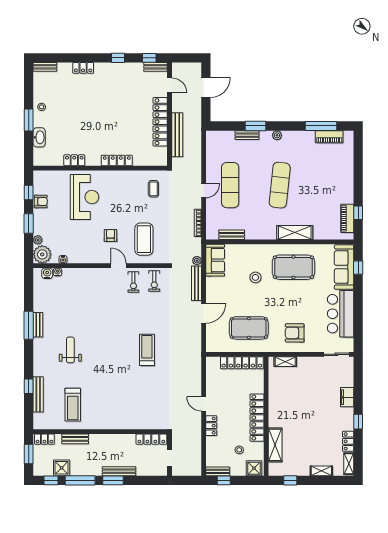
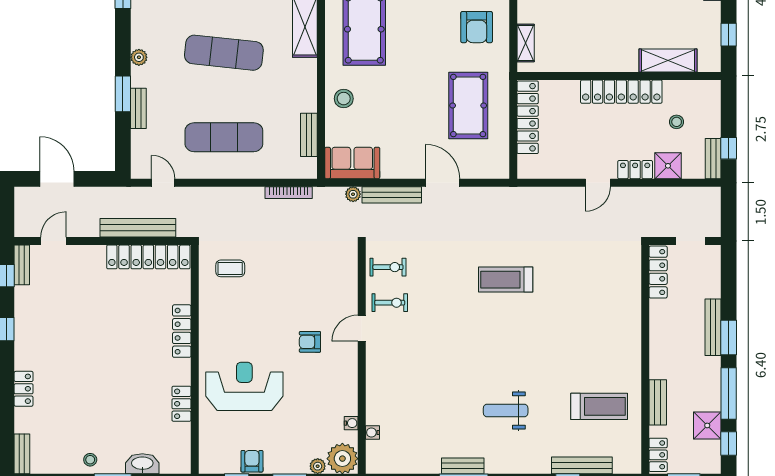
locker: (160, 122) -> (148, 257), moved
door: (204, 191) -> (163, 183), moved
coffee table: (144, 239) -> (316, 285), removed
water cooler: (47, 273) -> (375, 450), removed
stool: (255, 277) -> (344, 99), moved
shower: (254, 468) -> (668, 166), moved

